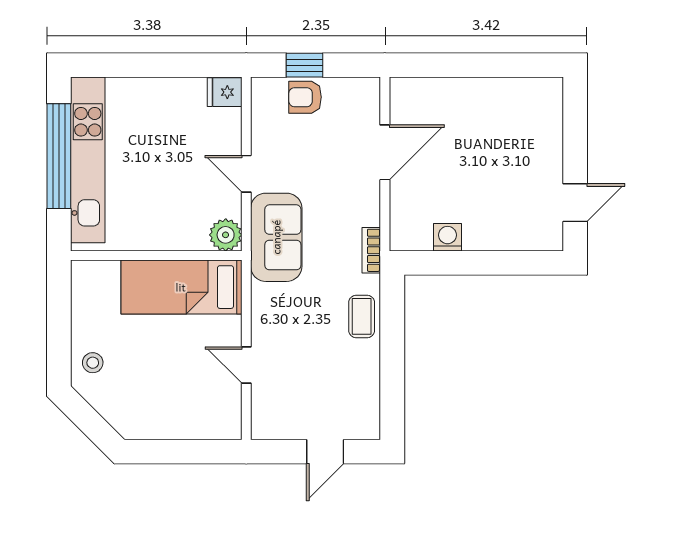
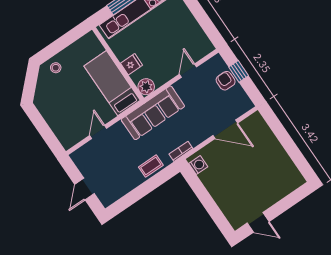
fridge: (225, 92) -> (131, 64), moved, turned 90
door: (246, 174) -> (188, 71), moved
sofa: (276, 237) -> (153, 113), width x1.36
washing machine: (448, 237) -> (198, 165), moved
door: (325, 452) -> (85, 189), hinge flipped

